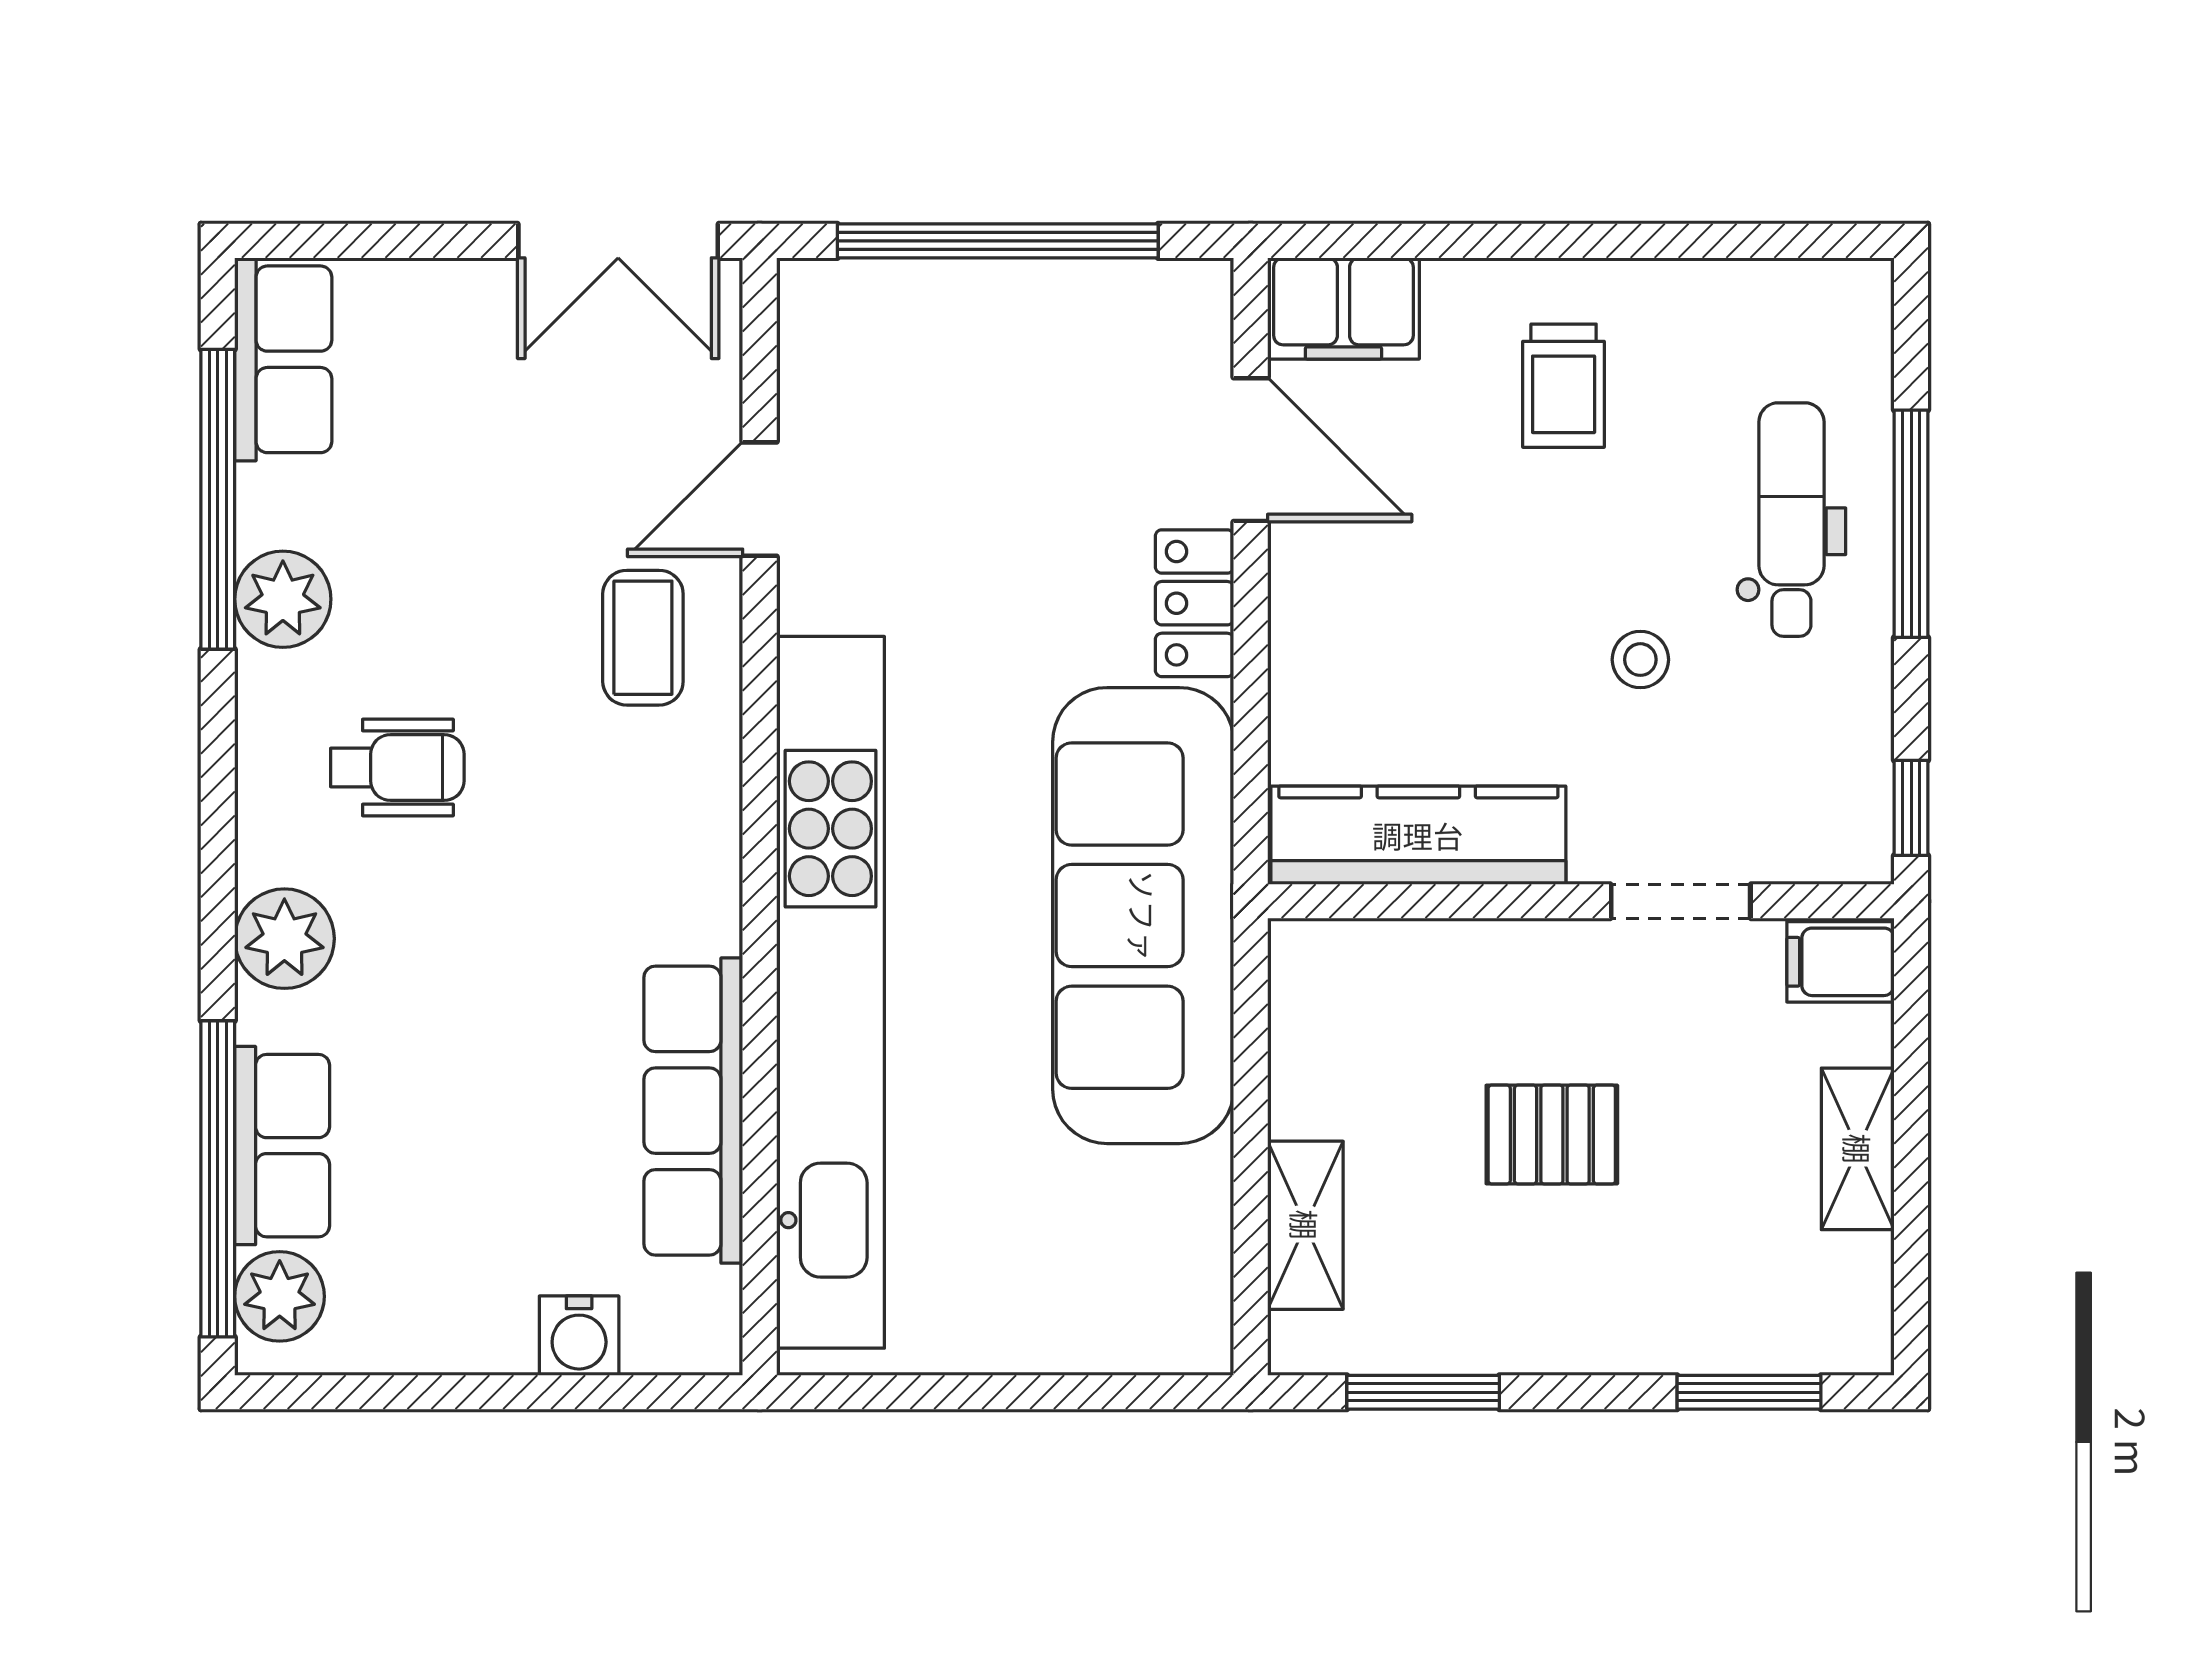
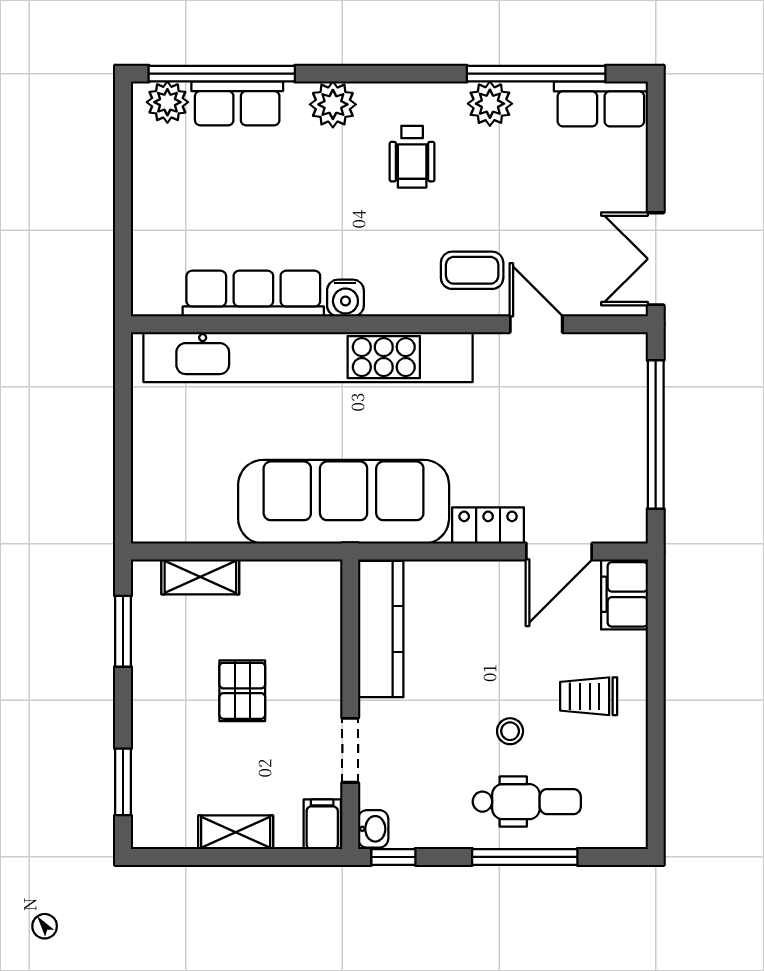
stool: (1640, 660) -> (510, 731), moved
washbasin: (1850, 852) -> (373, 829), added
water cooler: (579, 1336) -> (345, 298), moved, turned -90

